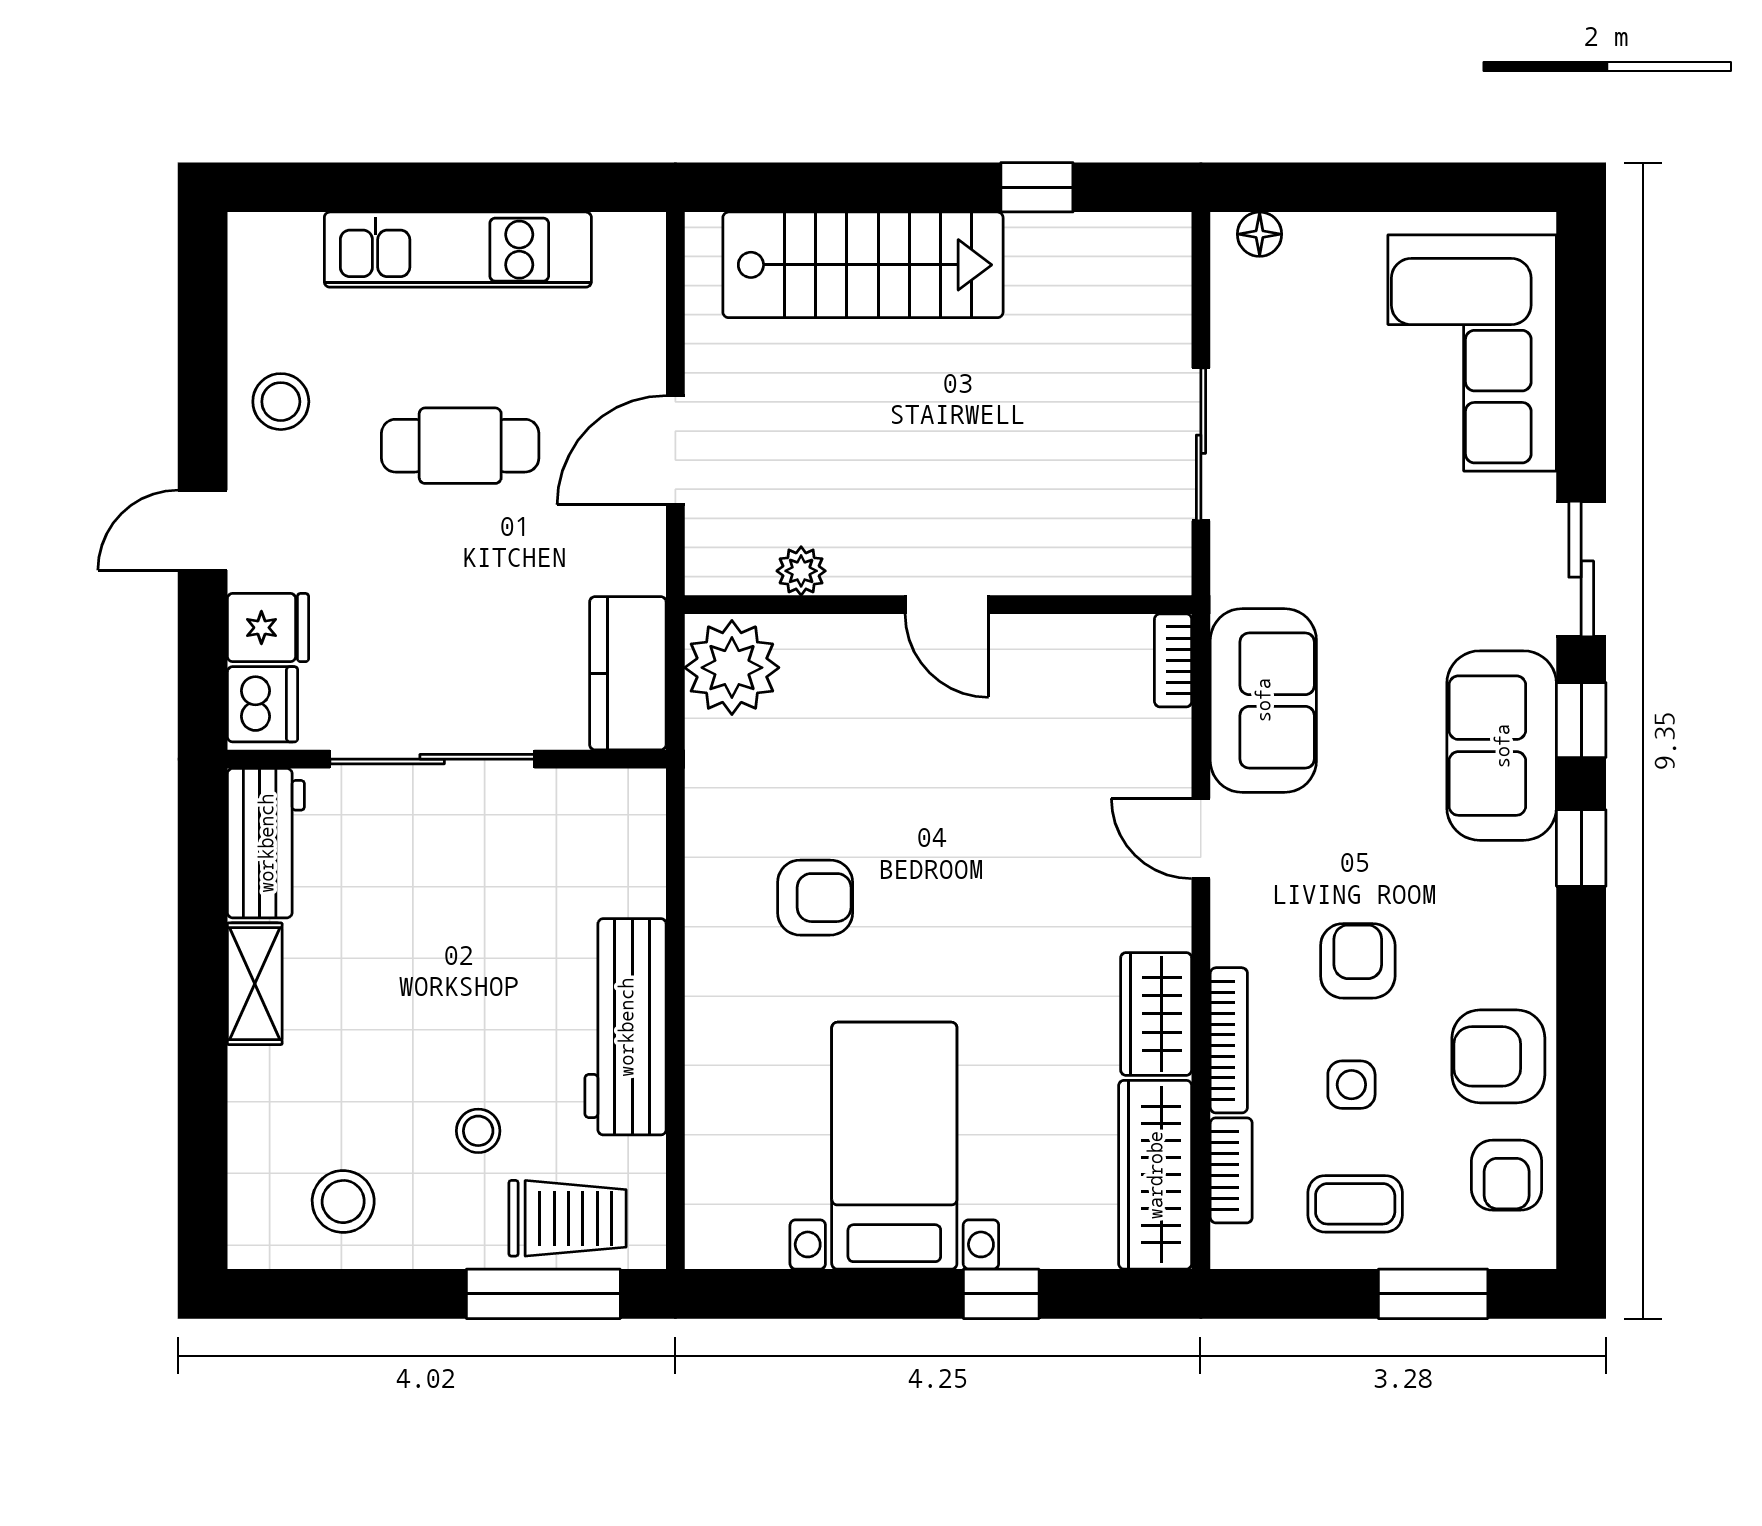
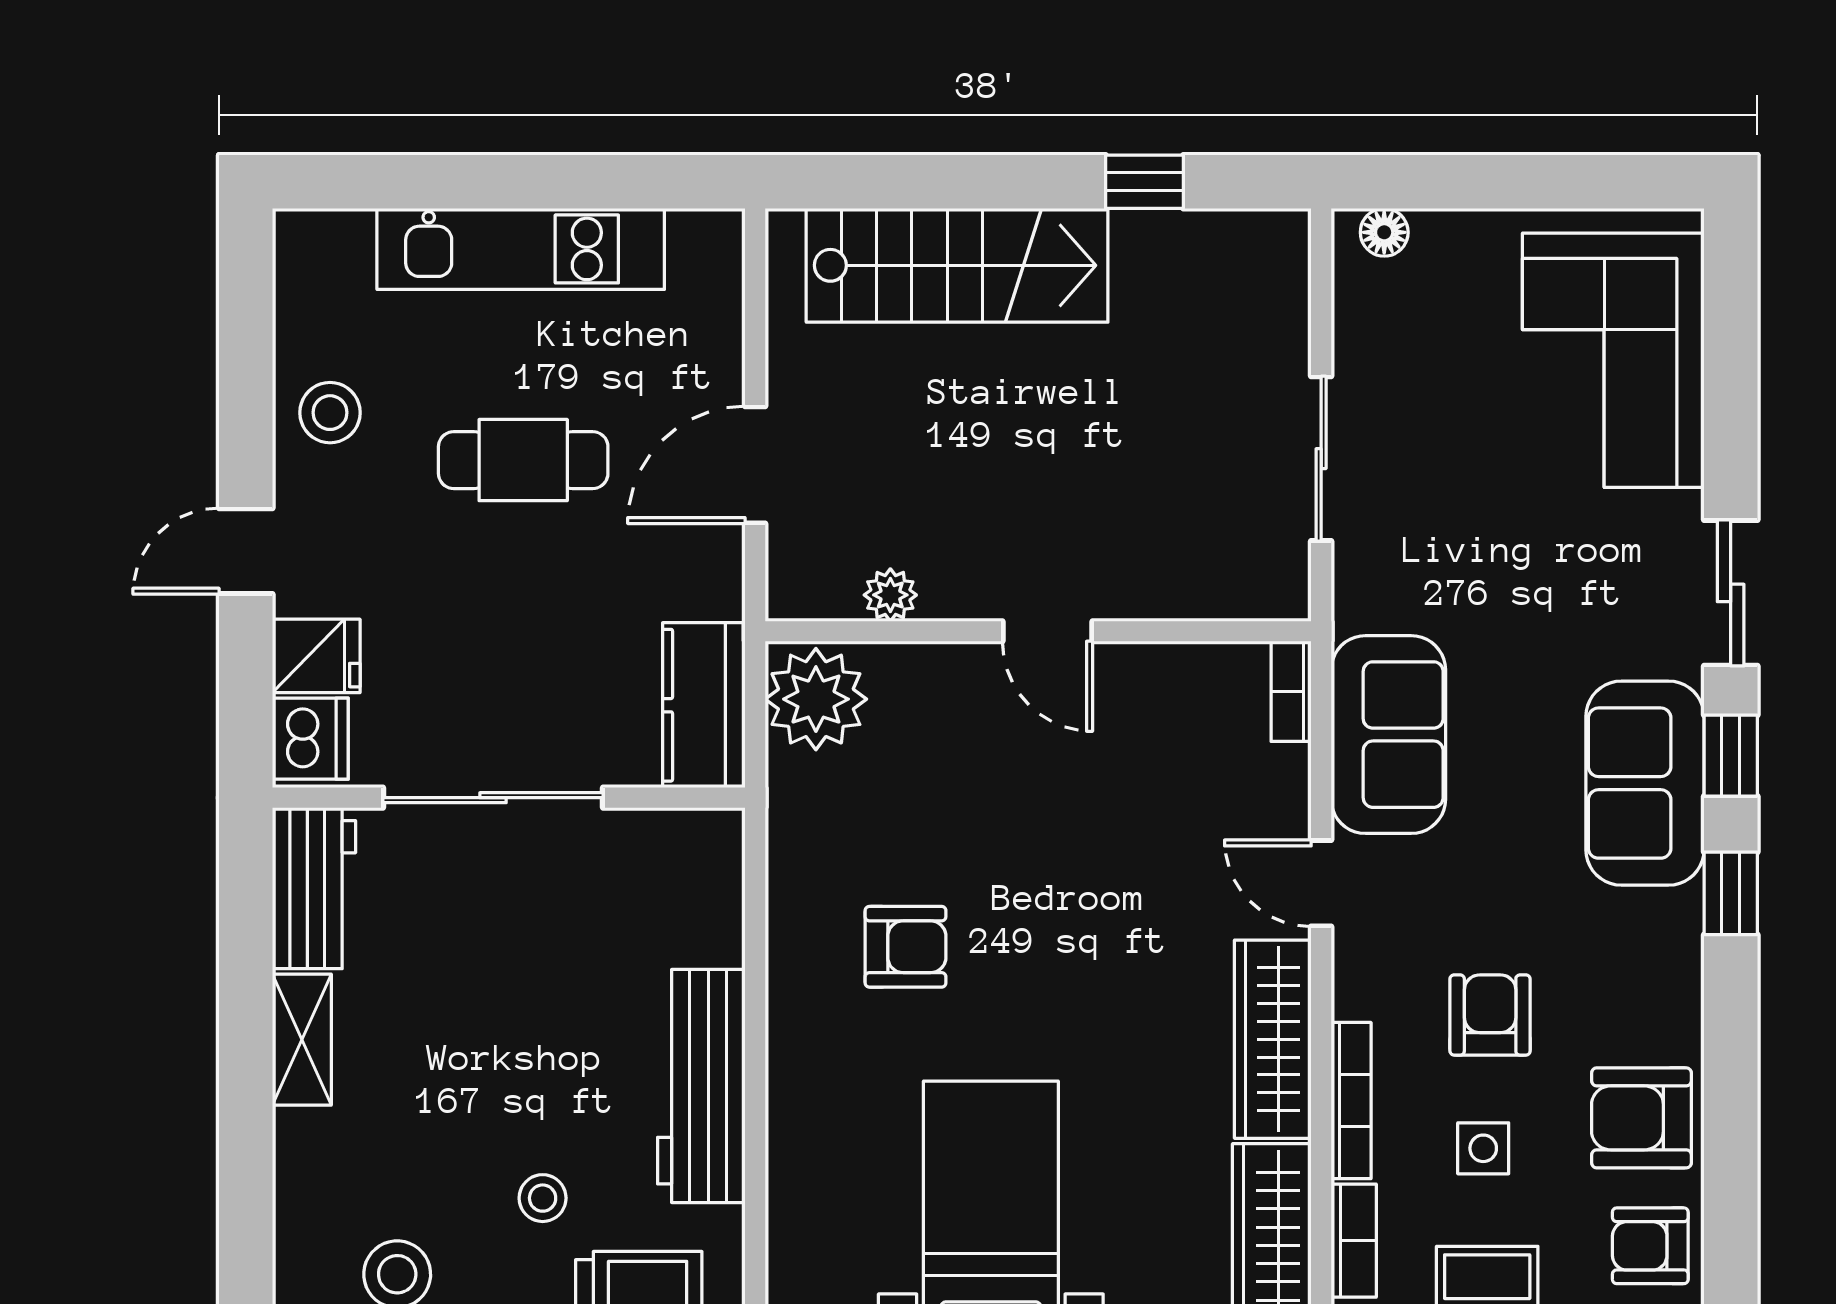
wardrobe: (1156, 1014) -> (1273, 1039), width x1.50
armchair: (1507, 1175) -> (1650, 1246), turned 90

